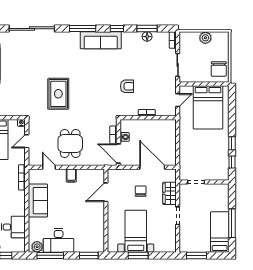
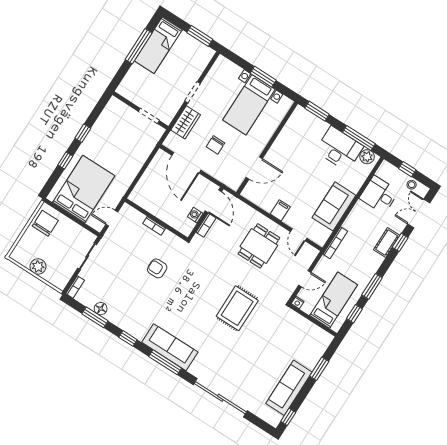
sofa: (101, 40) -> (170, 347), moved
window: (232, 162) -> (65, 161), moved

